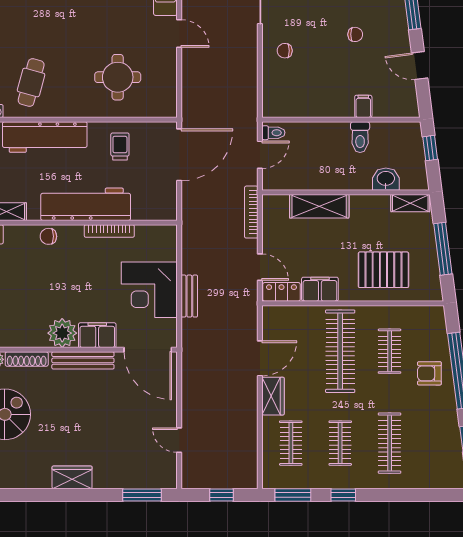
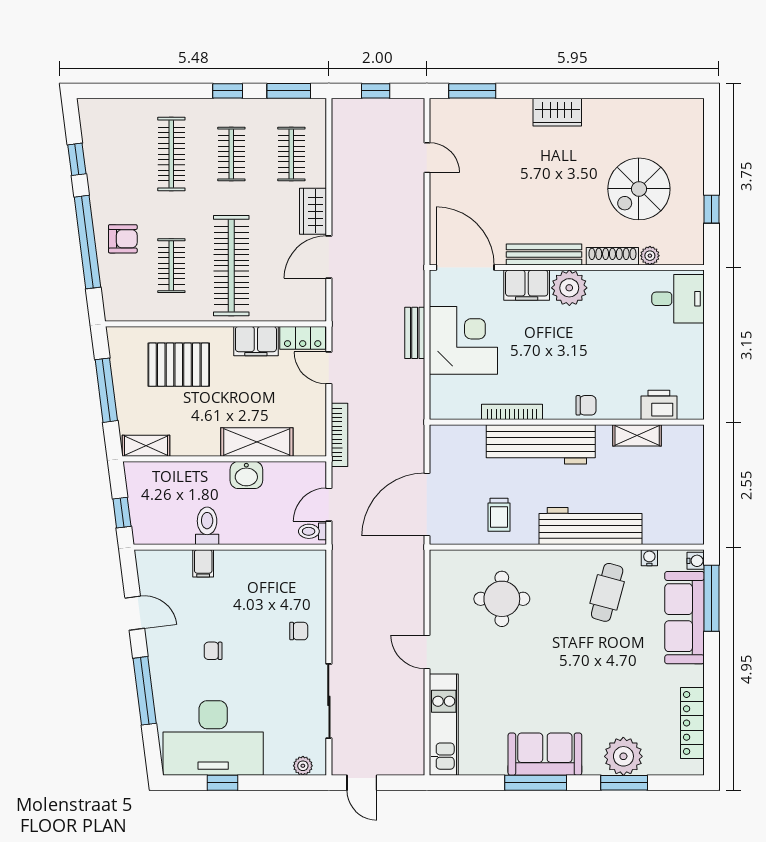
washbasin: (386, 179) -> (246, 475), moved

